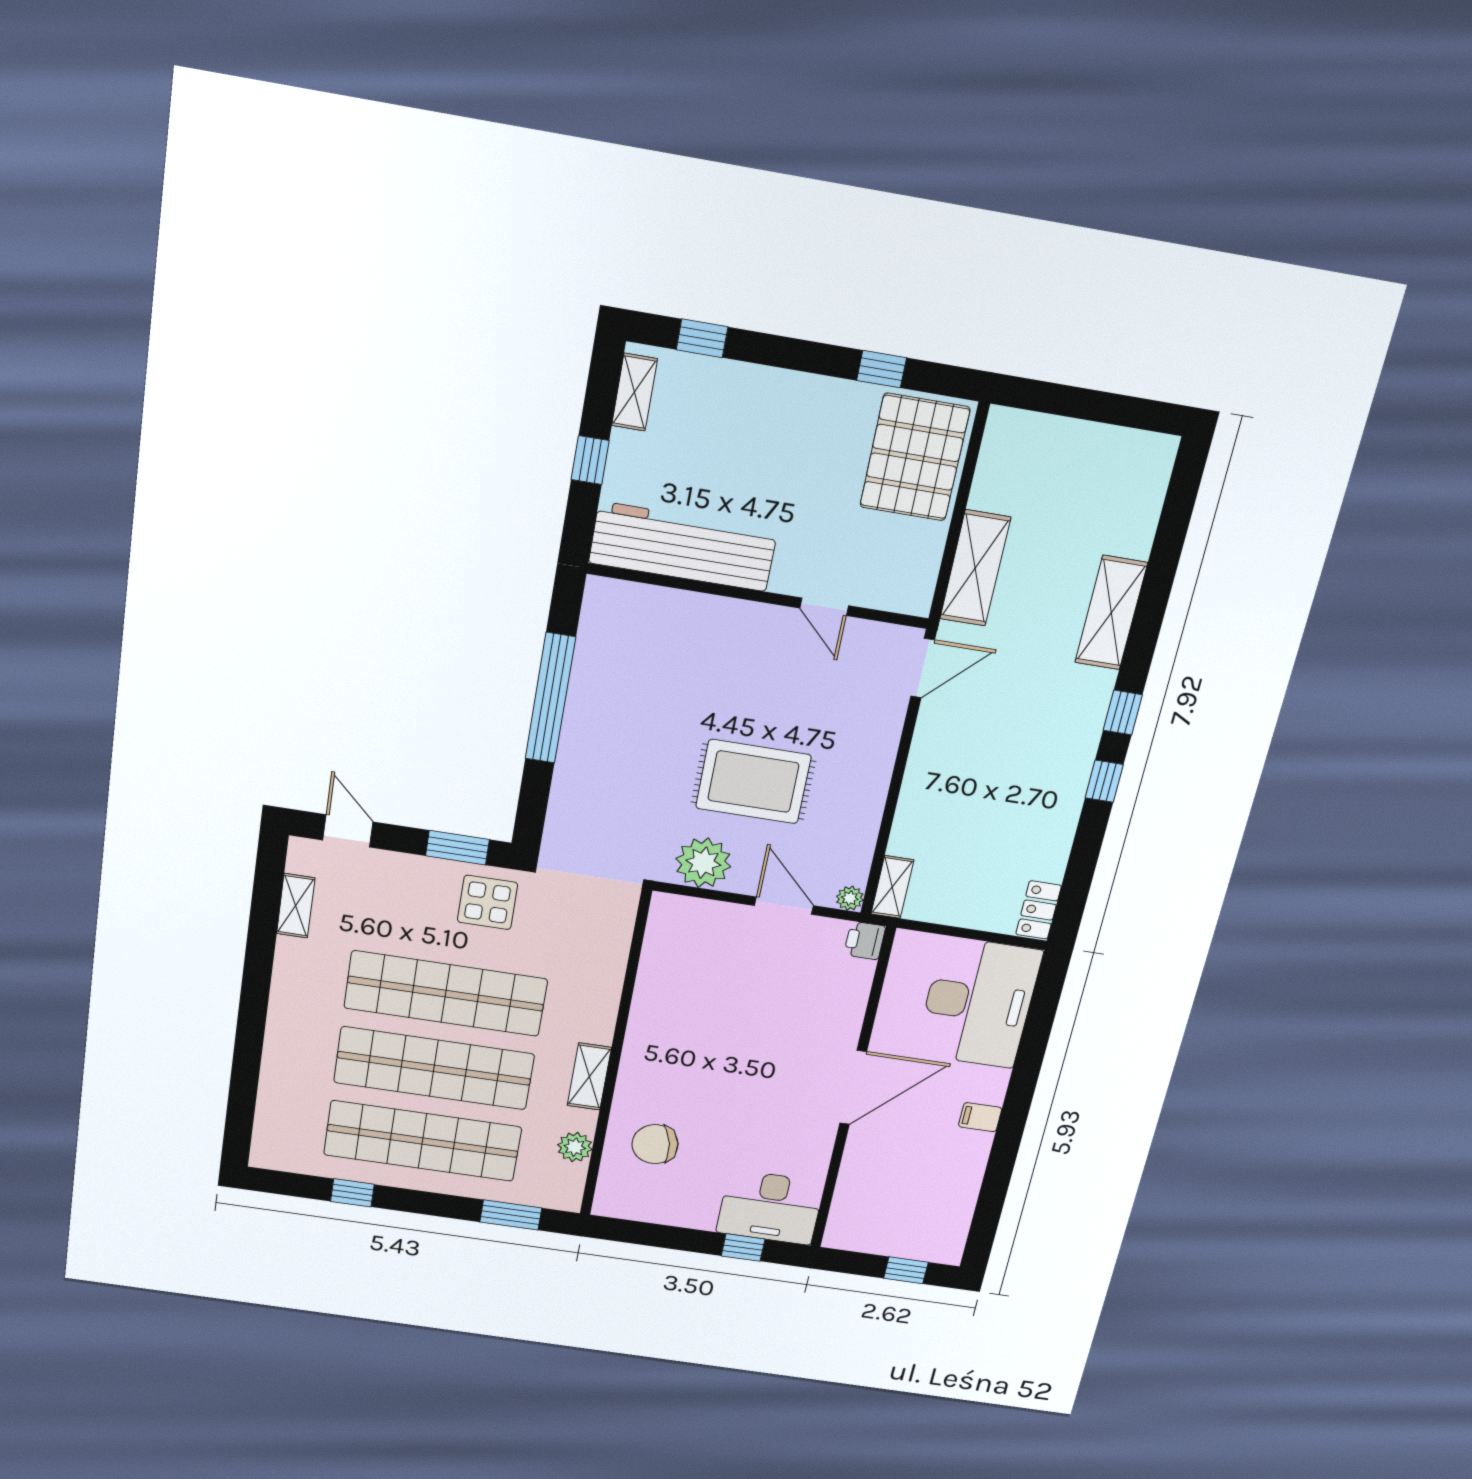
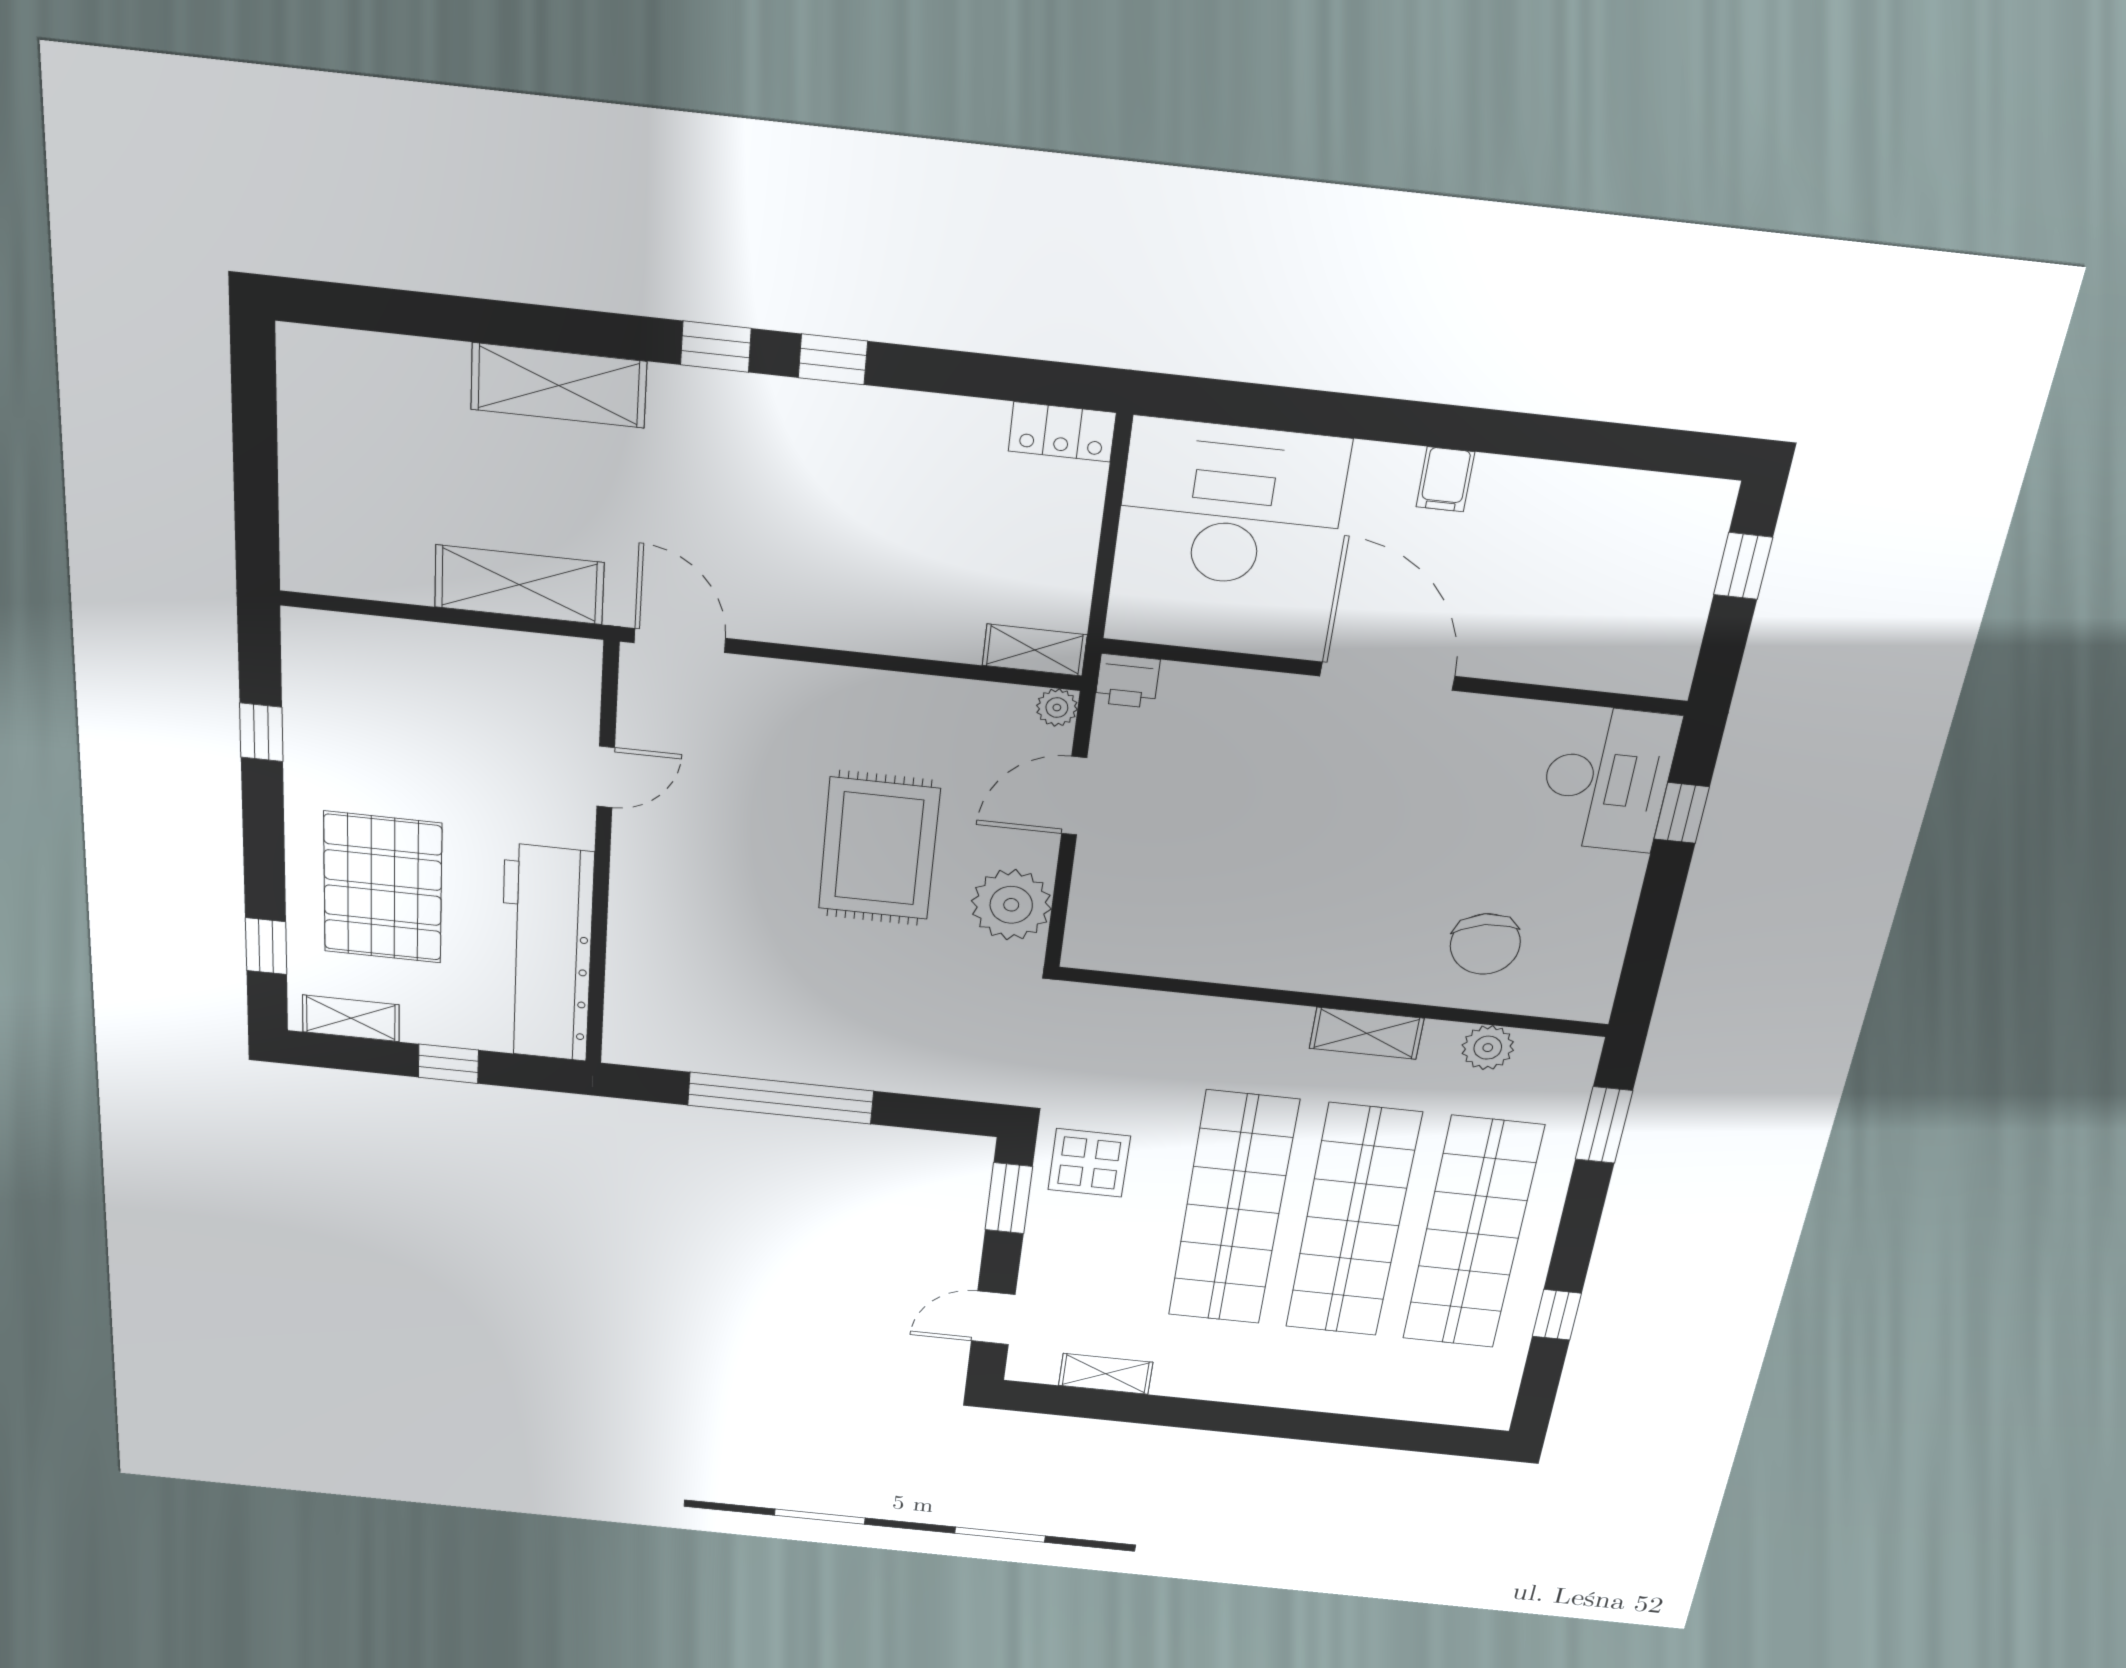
pallet: (915, 457) -> (383, 888), moved, turned 90

